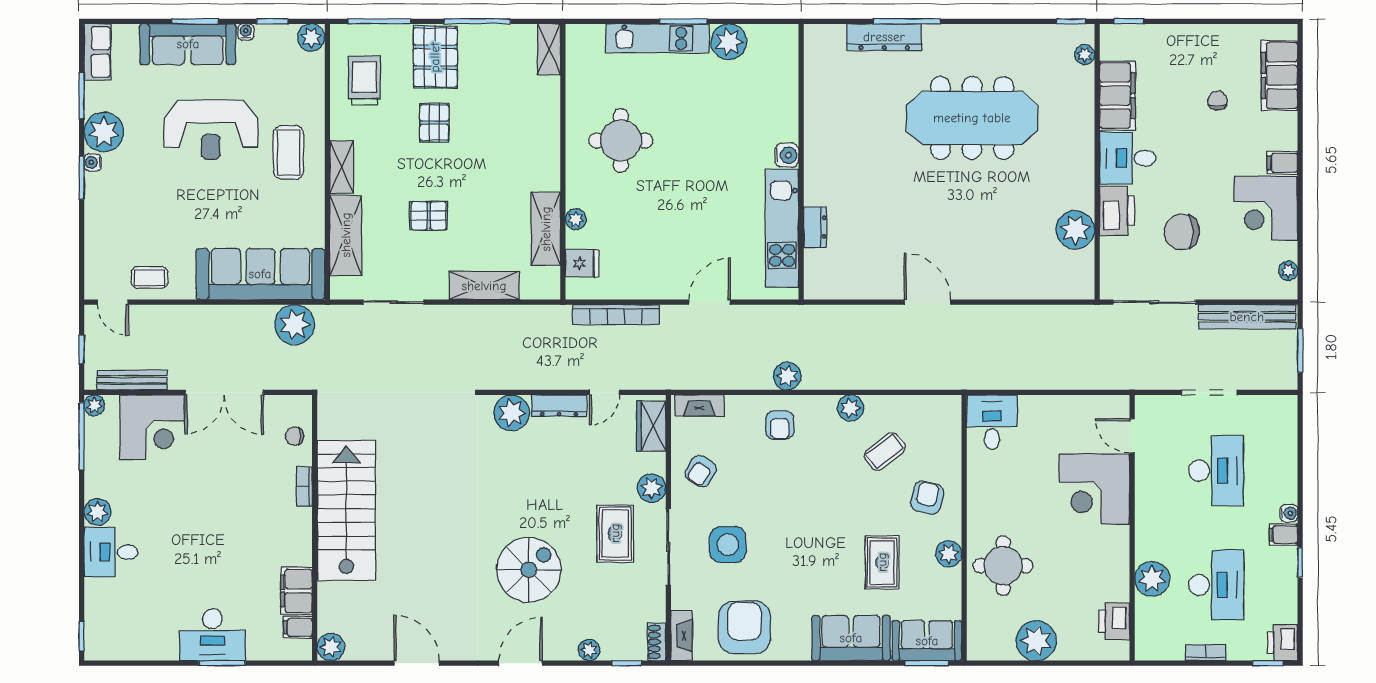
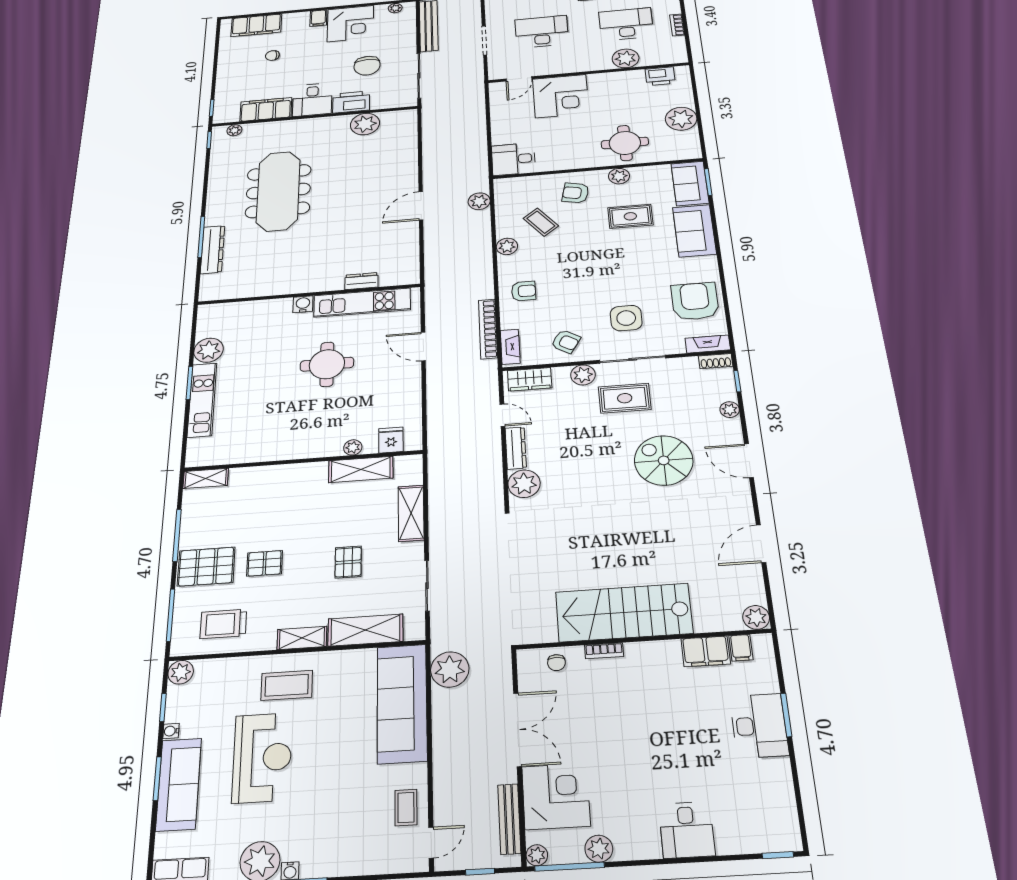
round table: (621, 141) -> (327, 364), moved
bookcase: (616, 314) -> (488, 329), moved, turned 180
plant: (787, 376) -> (479, 201), moved
plant: (97, 512) -> (599, 849), moved
armchair: (744, 627) -> (695, 301), turned 90

